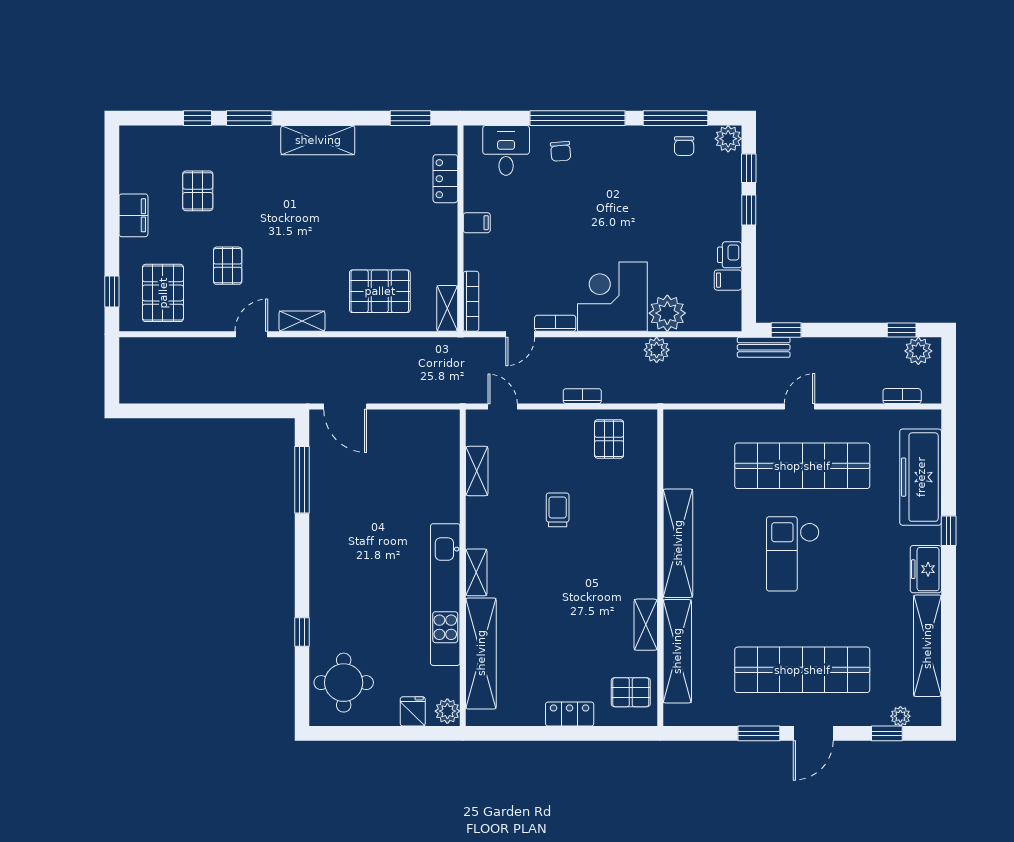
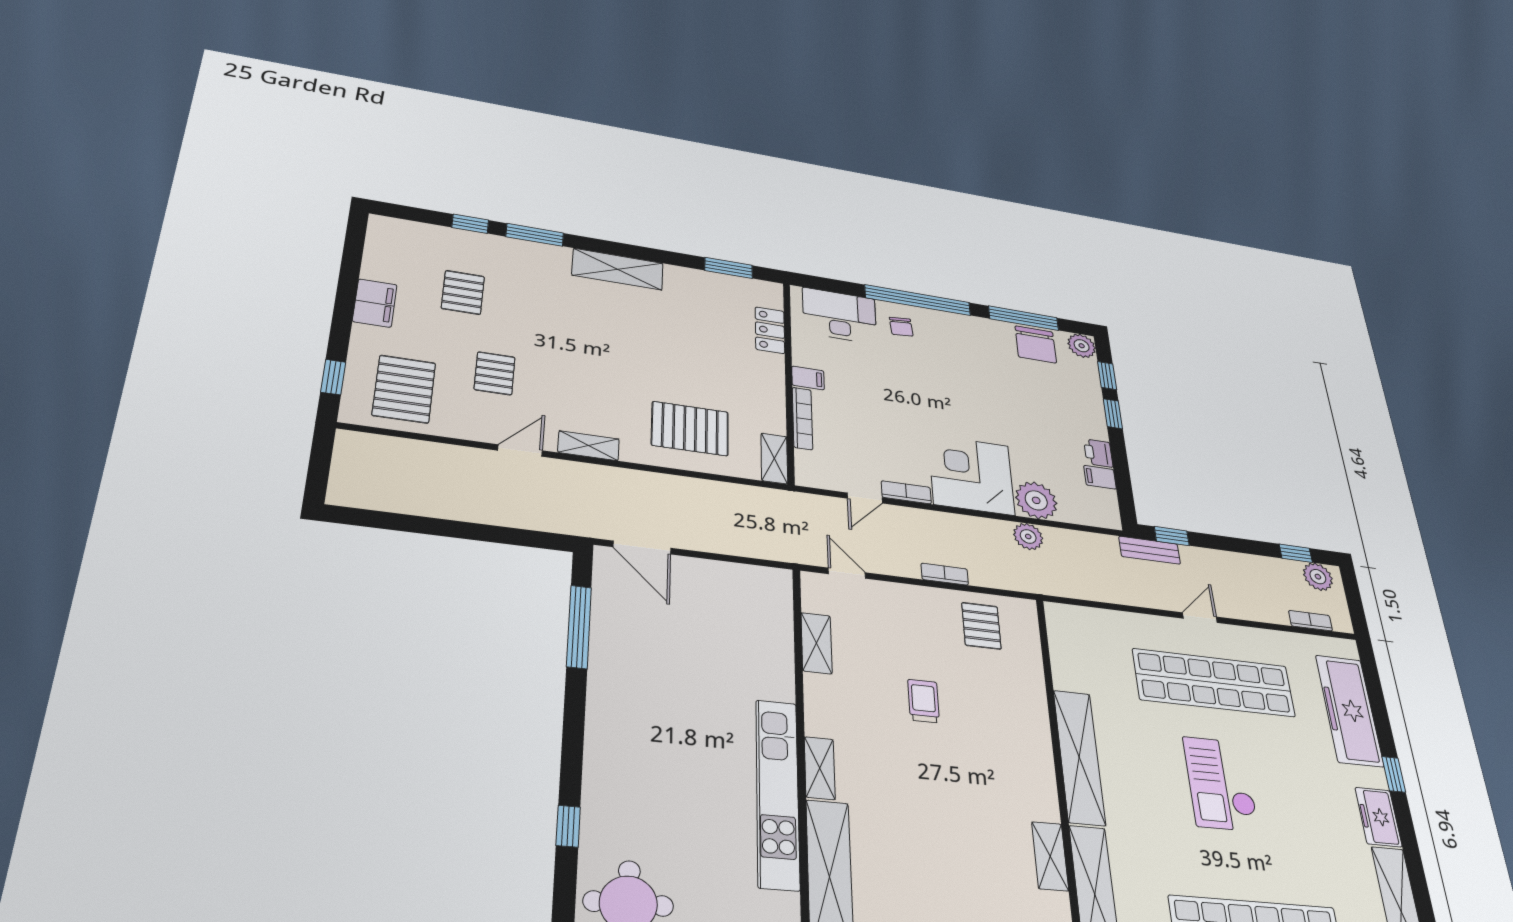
chair: (684, 146) -> (1036, 344), width x1.87, depth x1.87
desk: (506, 150) -> (840, 316), width x1.37
bookcase: (471, 301) -> (802, 418), moved

